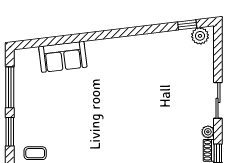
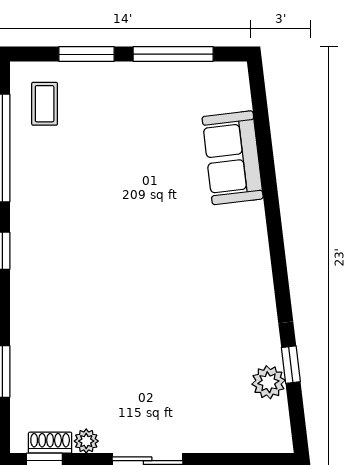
window: (187, 25) -> (291, 365), moved
plant: (200, 36) -> (268, 382), moved

